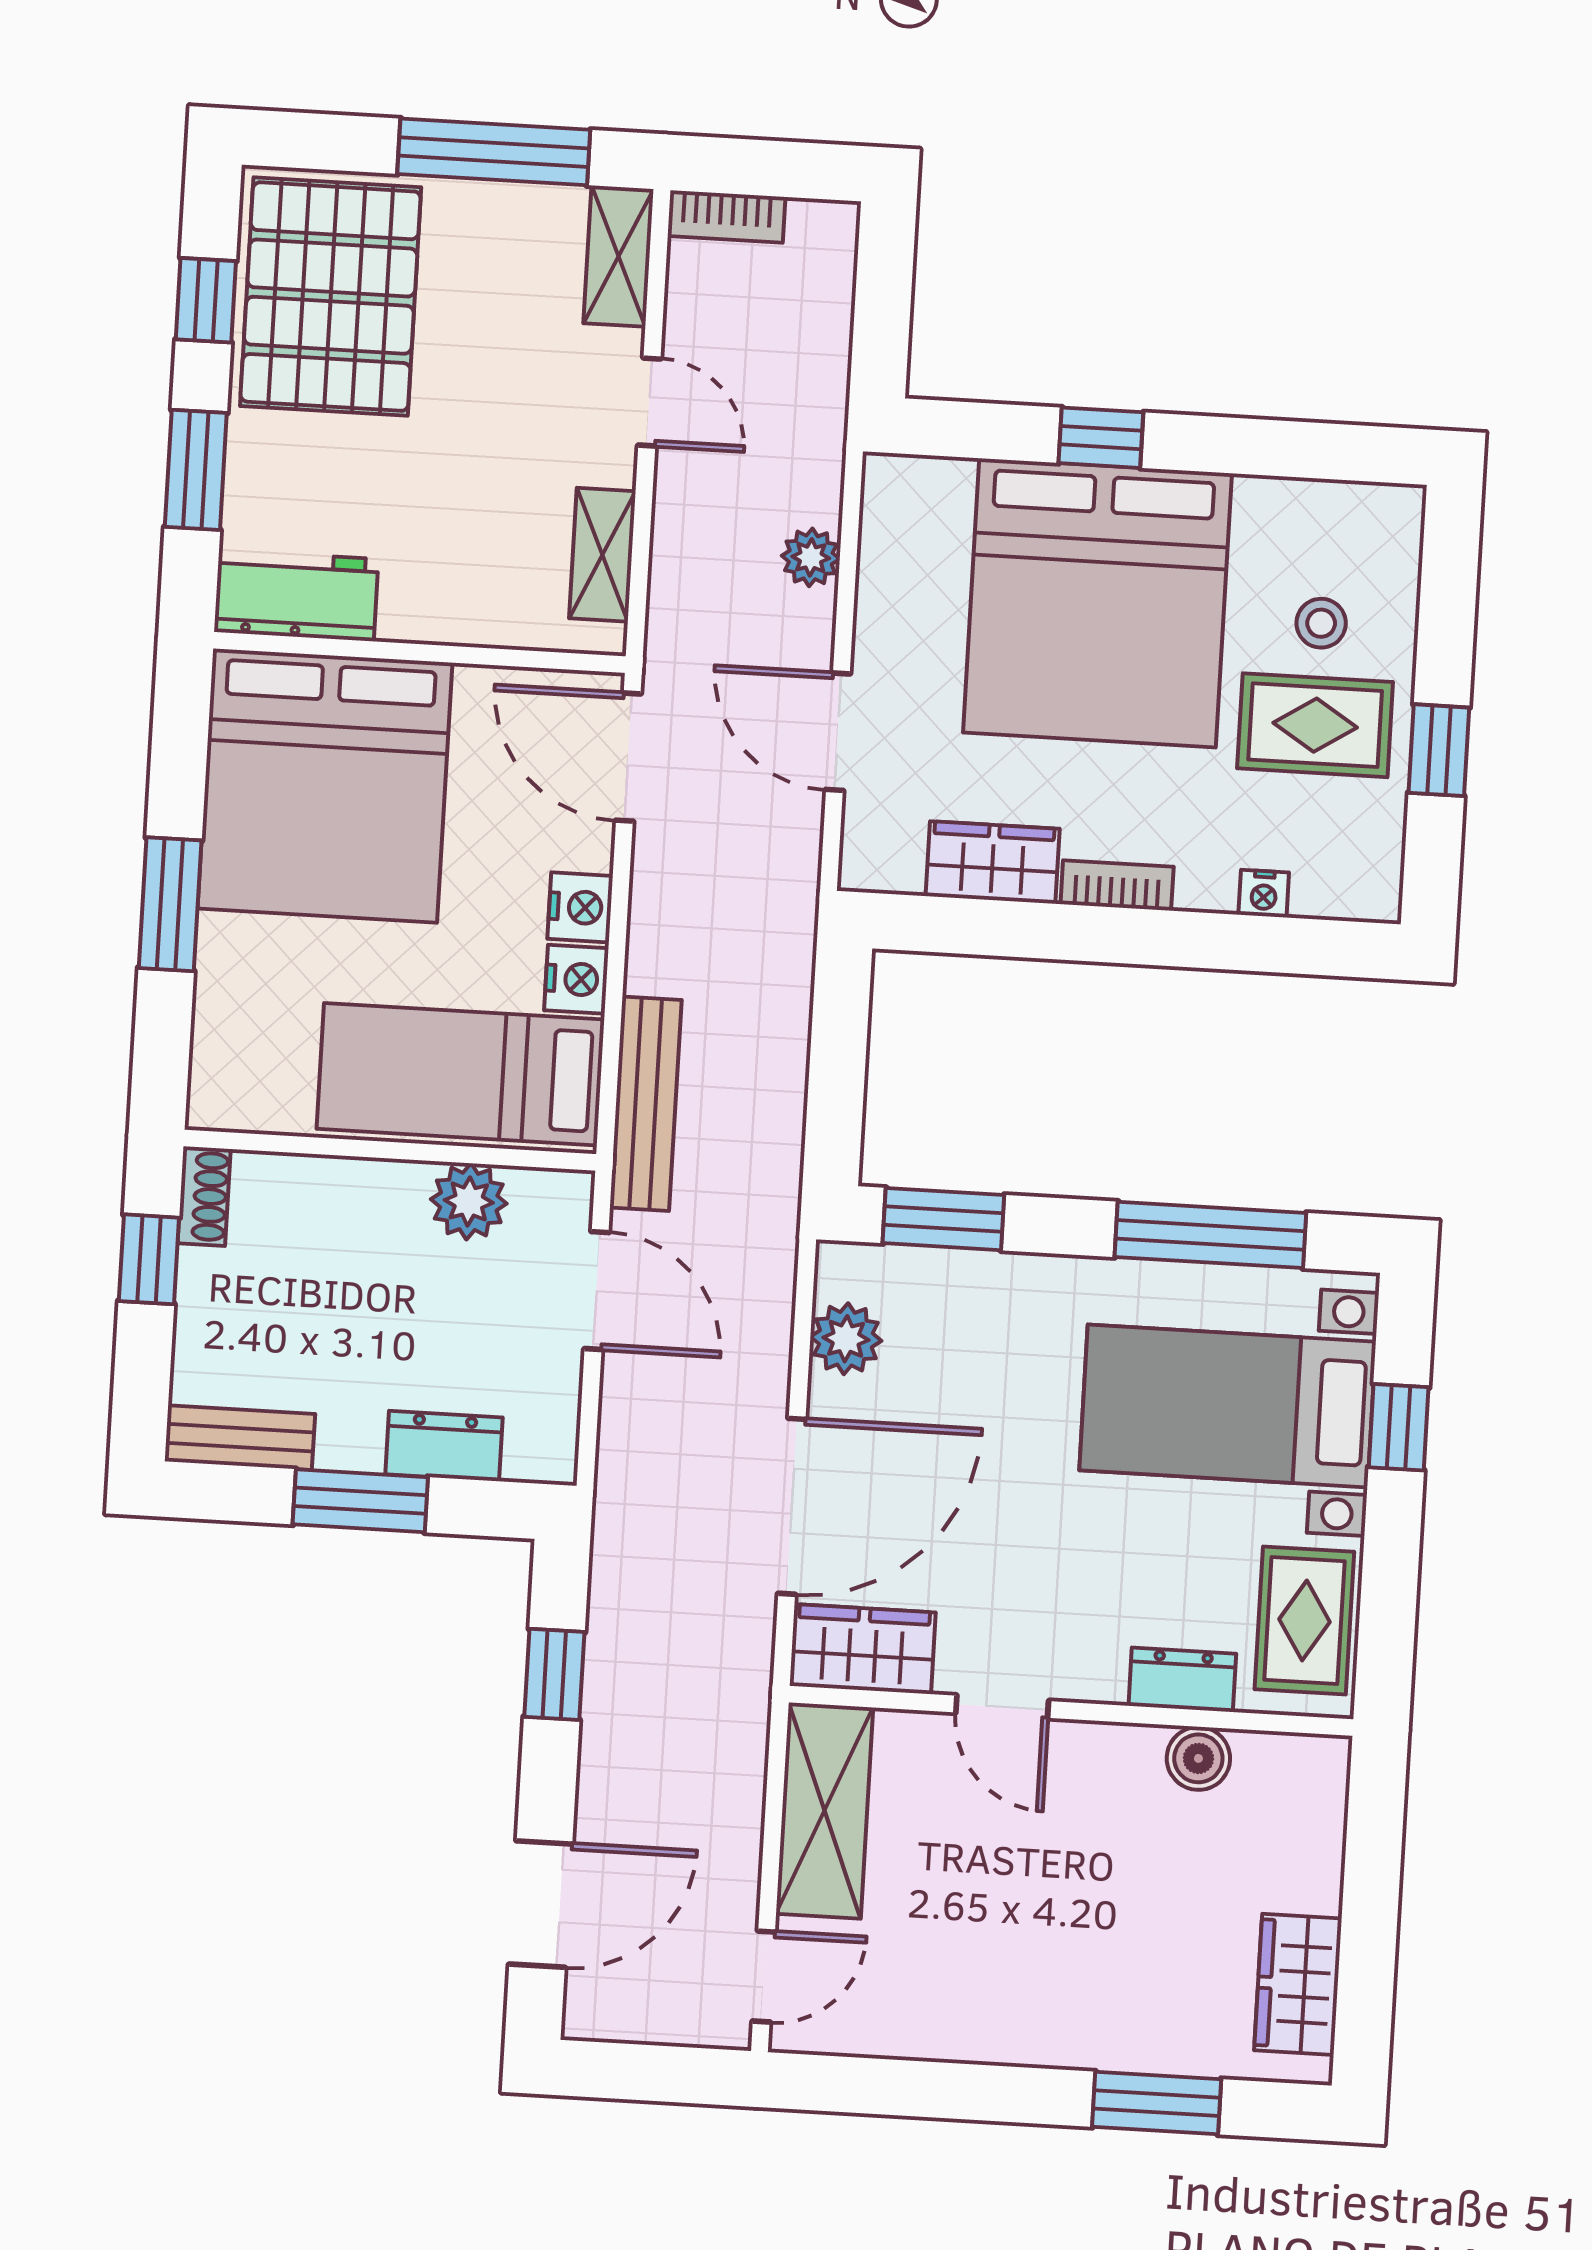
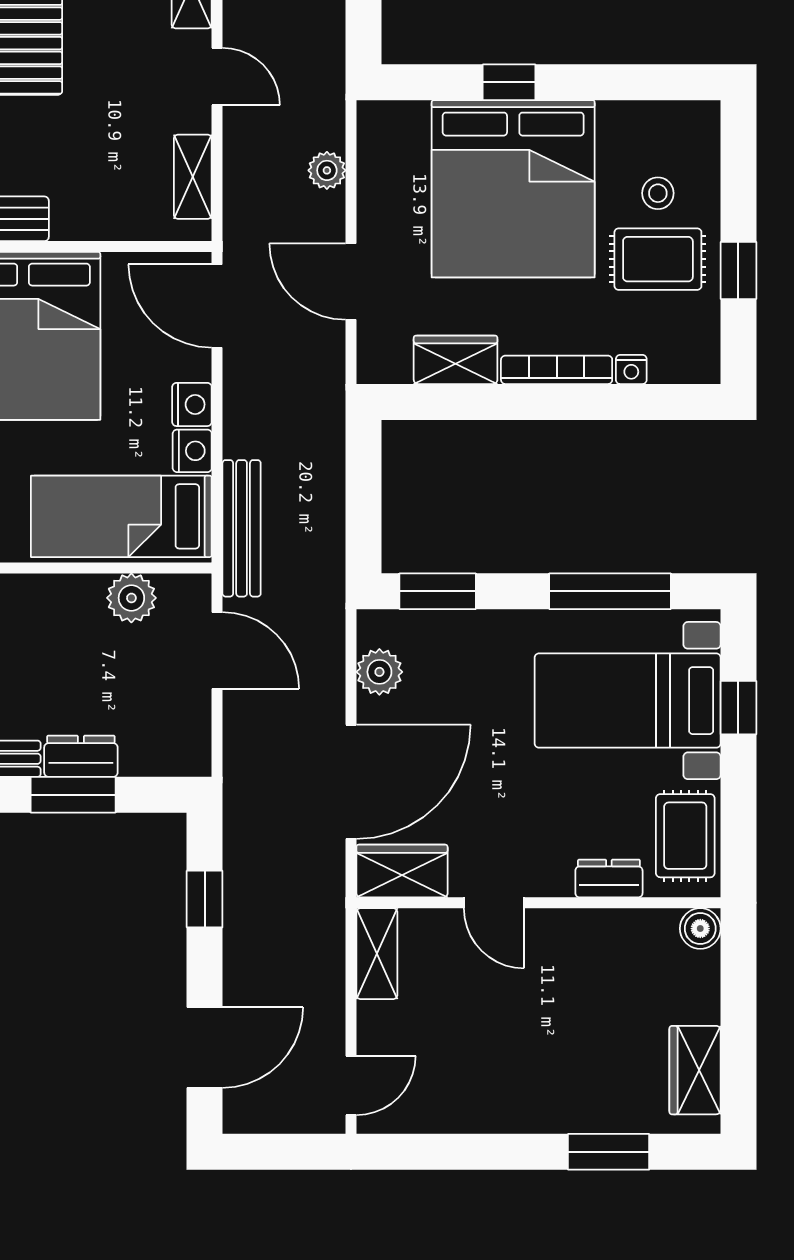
bookcase: (1117, 885) -> (557, 370), width x1.56
dresser: (444, 1446) -> (81, 756), moved
boiler: (1198, 1758) -> (700, 929), moved
shelving: (825, 1811) -> (377, 954), width x0.67, depth x0.75

